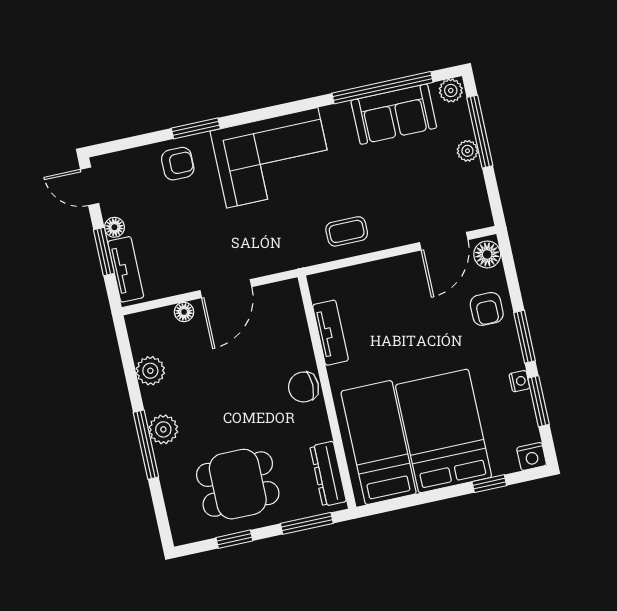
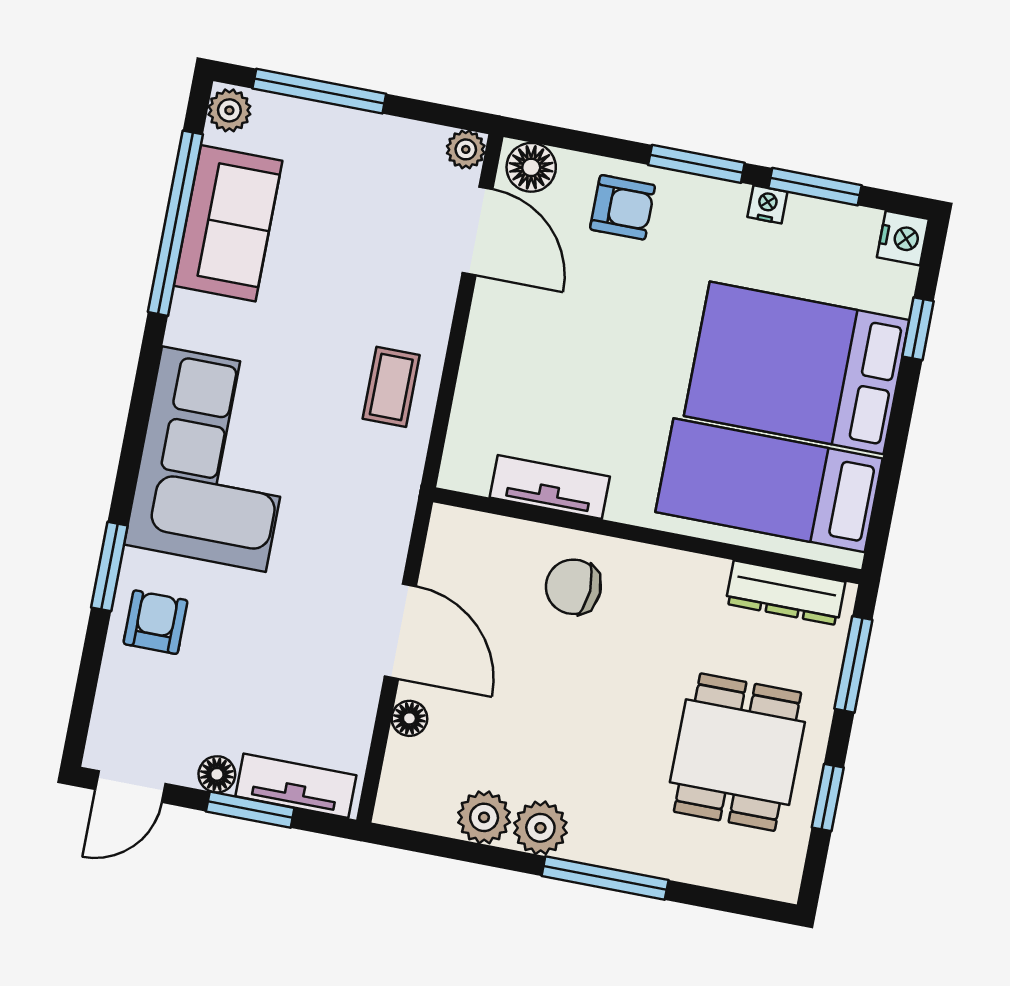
plant: (467, 151) -> (466, 149), moved
chair: (304, 387) -> (573, 587), moved, turned 93
plant: (163, 429) -> (540, 828), moved

